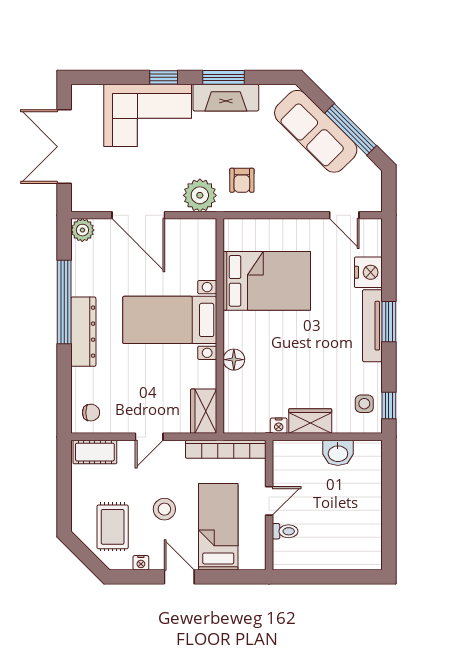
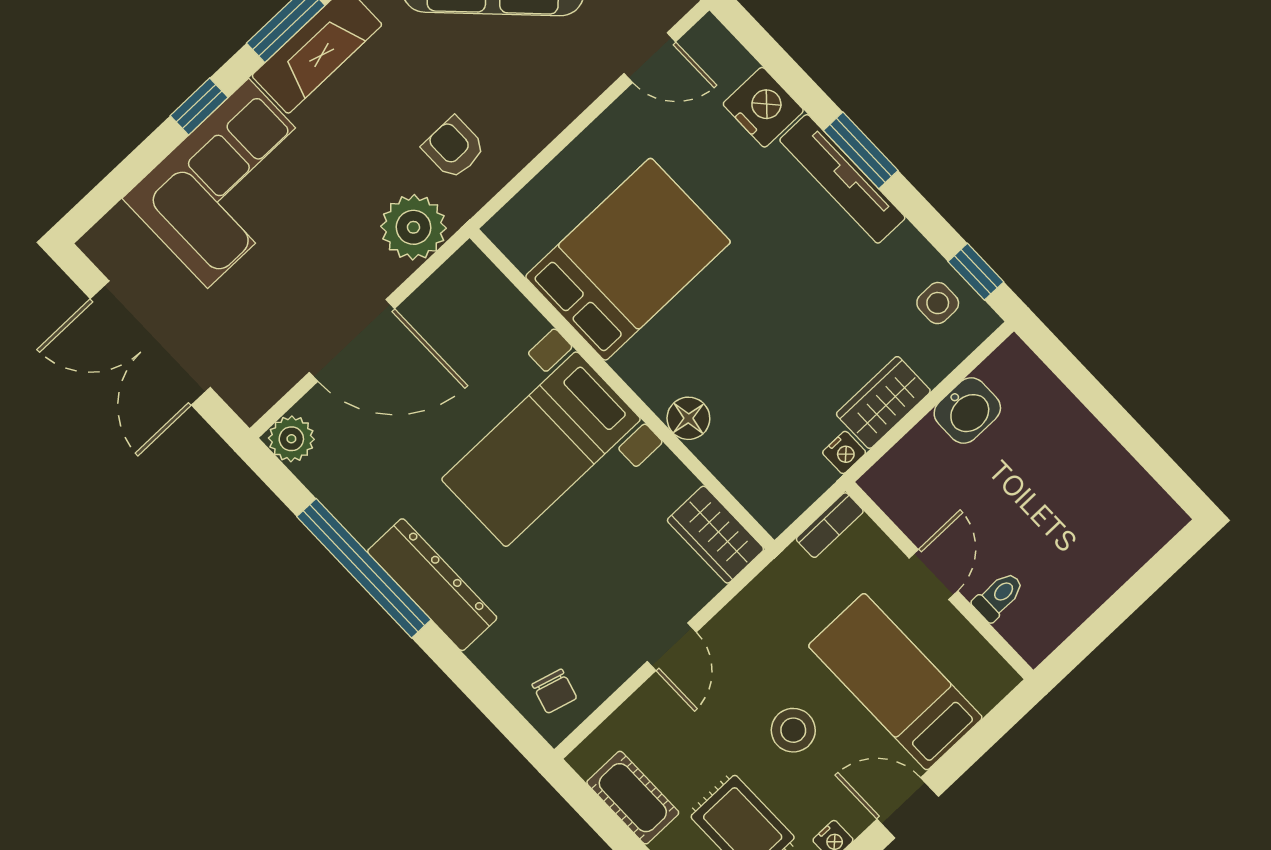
armchair: (242, 180) -> (454, 148), turned 180
chair: (91, 413) -> (554, 691), turned 106
bookcase: (226, 449) -> (830, 525), width x0.43, depth x0.76
cot: (95, 452) -> (633, 798), moved, turned 90

